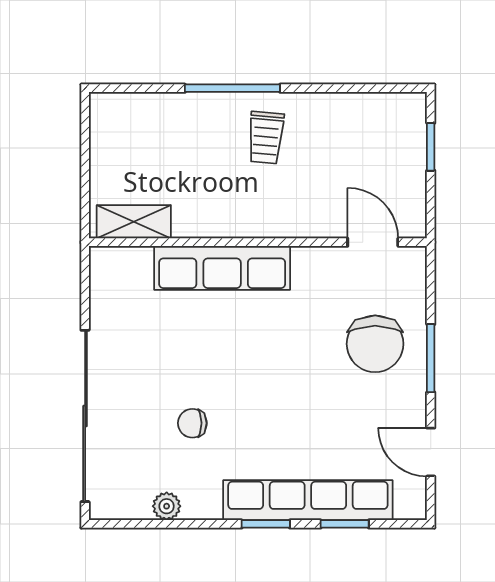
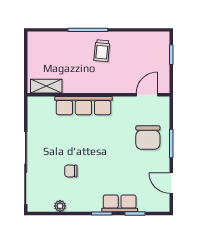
door: (373, 242) -> (147, 95), hinge flipped
row of seats: (308, 500) -> (120, 203), width x0.50

